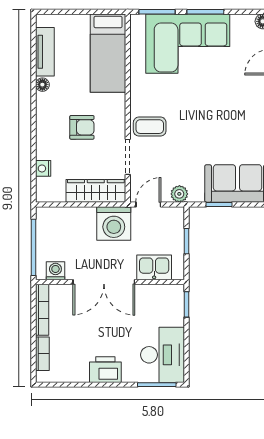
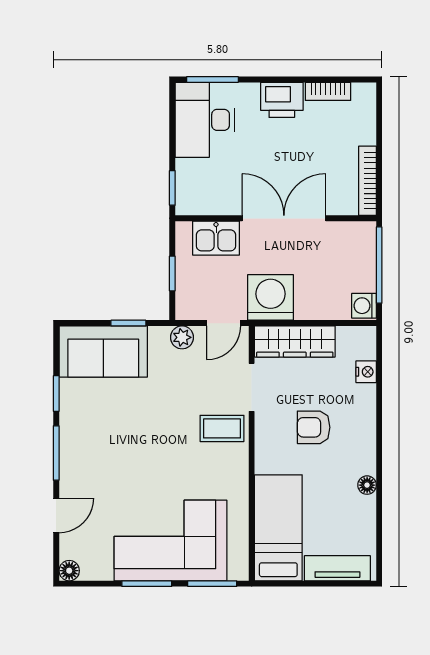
tv unit: (45, 52) -> (337, 568), moved, turned 90
washing machine: (55, 271) -> (364, 306), moved, turned 90
bookcase: (42, 354) -> (328, 91), moved, turned -90

